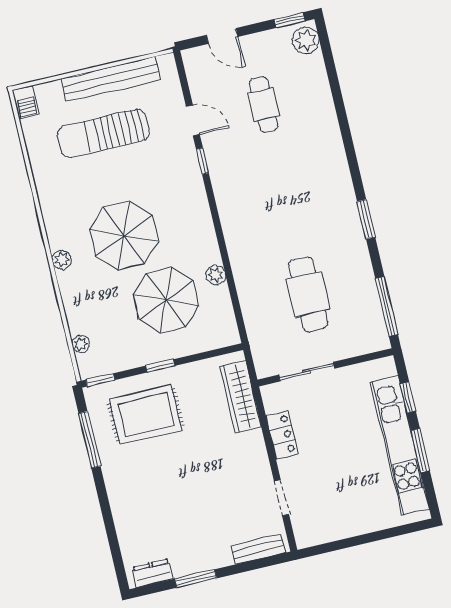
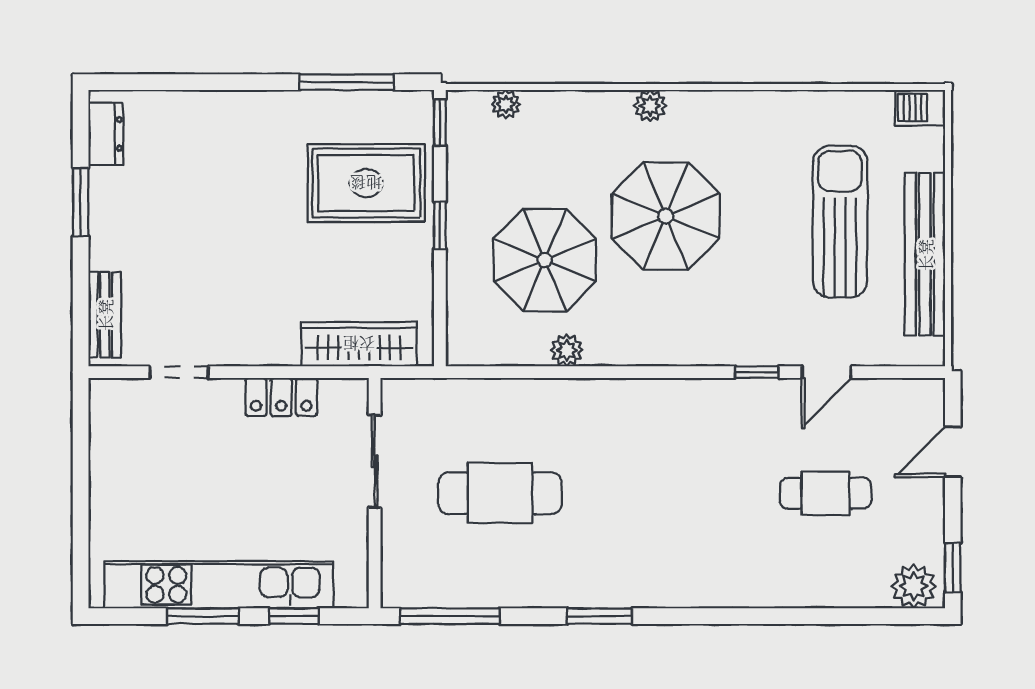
rug: (146, 415) -> (366, 183), turned 90

